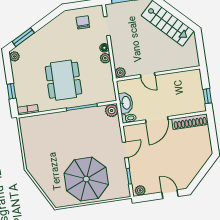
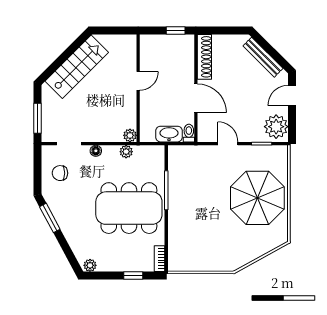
window: (23, 37) -> (50, 218), moved
plant: (105, 58) -> (126, 152), moved
door: (148, 75) -> (138, 81), moved
dining table: (64, 80) -> (129, 208), width x1.36, depth x1.24
plant: (112, 111) -> (176, 153), removed
bench: (197, 167) -> (263, 57), added
plant: (140, 190) -> (276, 127), width x1.87, depth x1.87

